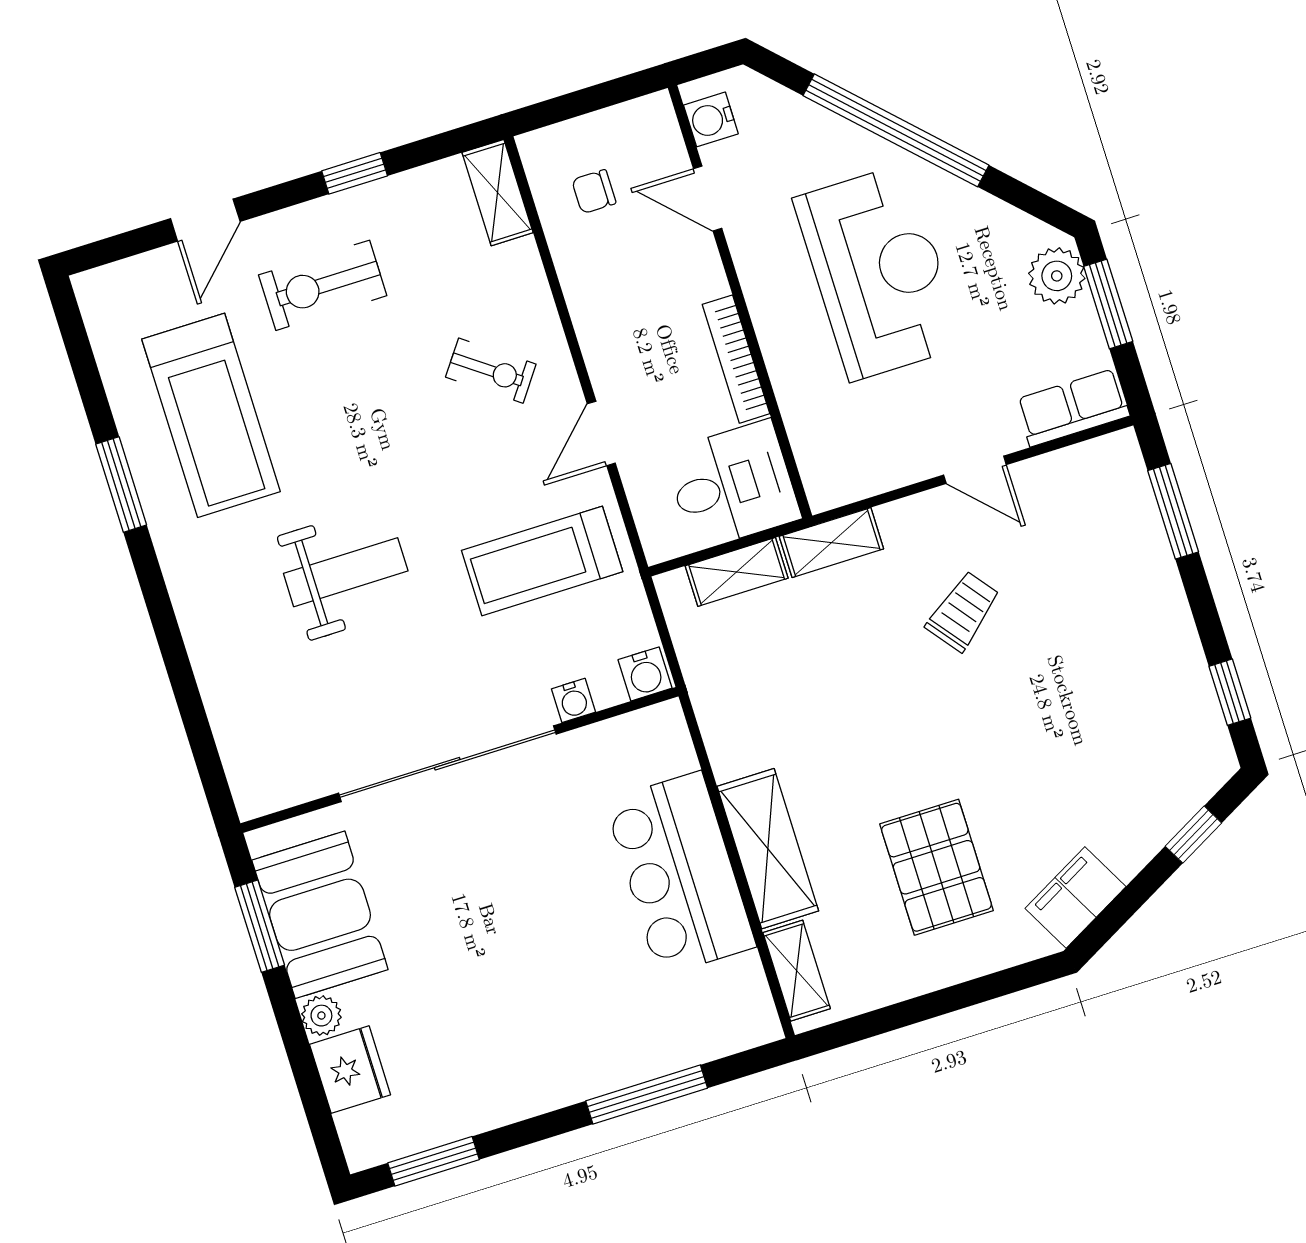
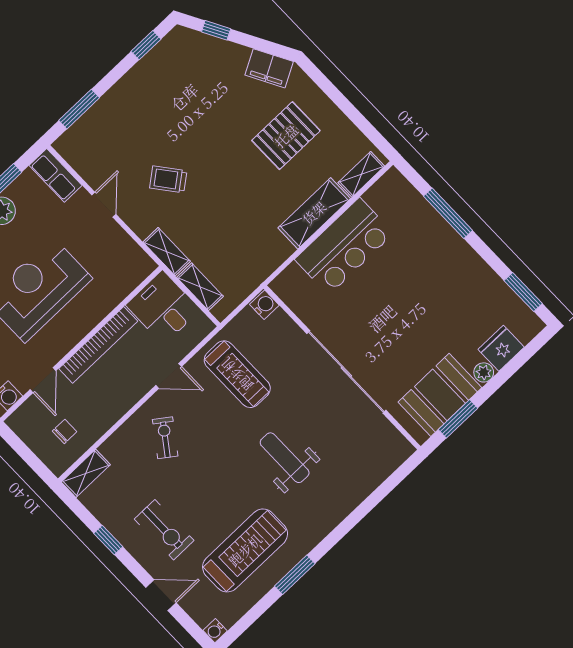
chair: (594, 192) -> (65, 431), turned -90
bookcase: (736, 359) -> (98, 345), width x1.48, depth x1.31
water cooler: (574, 700) -> (215, 631), moved, turned 180

